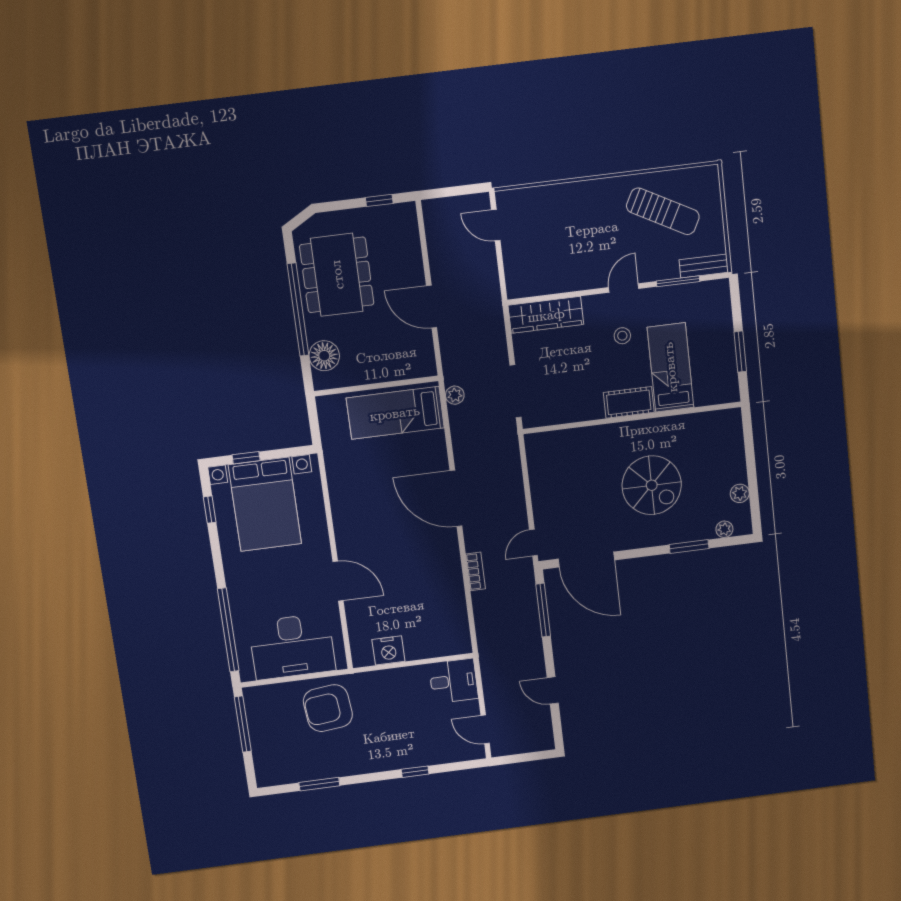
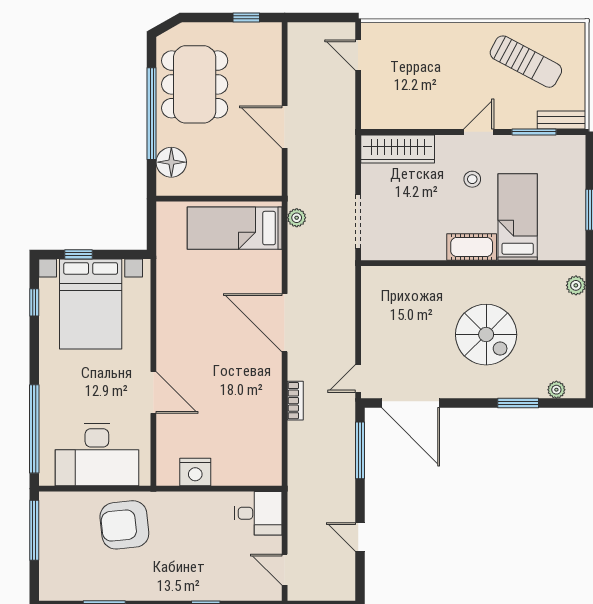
plant: (740, 493) -> (576, 285), moved

